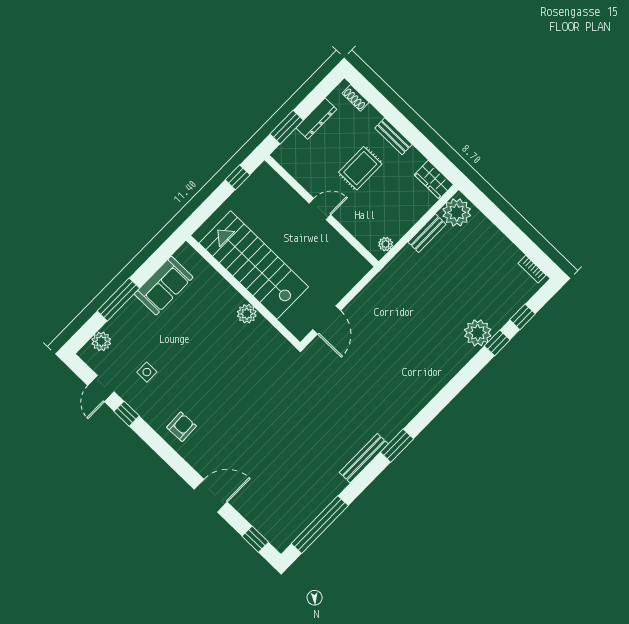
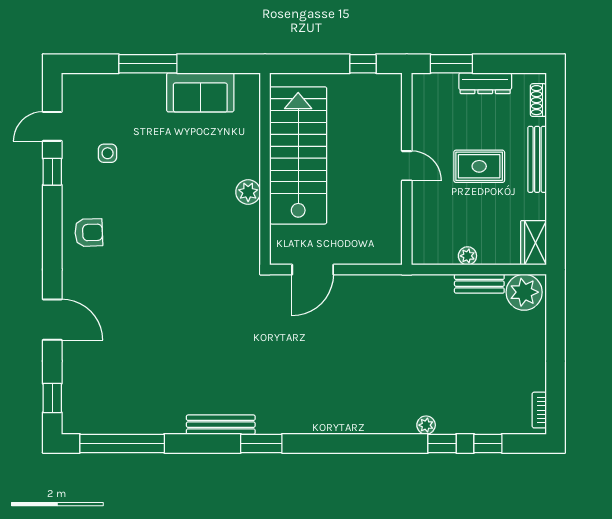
bench: (393, 136) -> (537, 159), width x1.36
plant: (386, 244) -> (467, 256), moved
plant: (478, 333) -> (426, 425), width x0.53, depth x0.53
plant: (101, 341) -> (95, 85), removed

